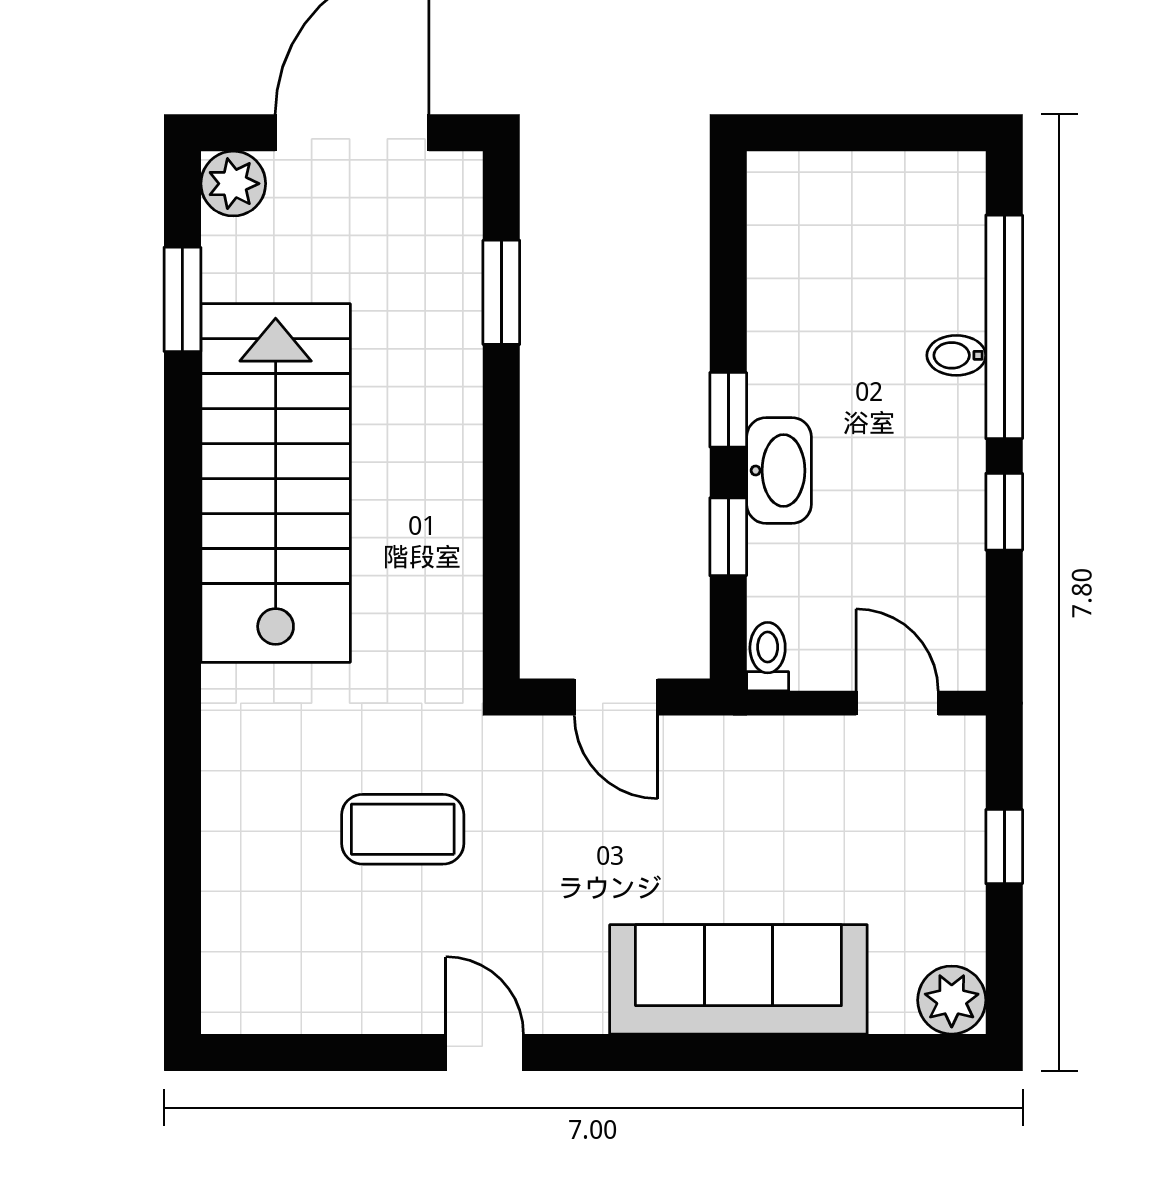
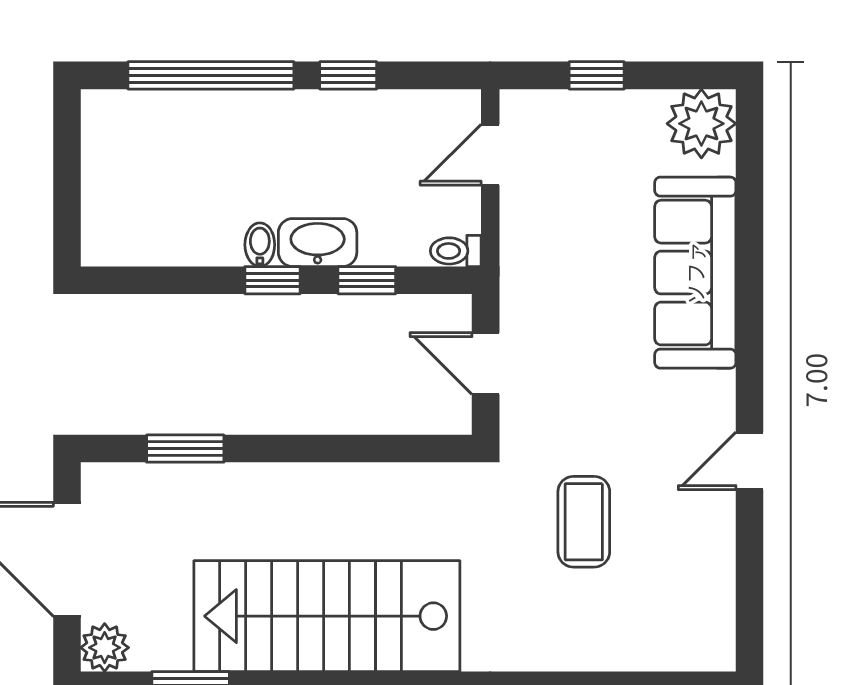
bidet: (956, 355) -> (260, 245), moved, turned 180
door: (616, 697) -> (486, 363), swing flipped
plant: (952, 1000) -> (701, 124), width x1.36, depth x1.36

